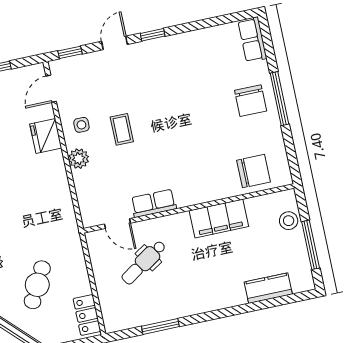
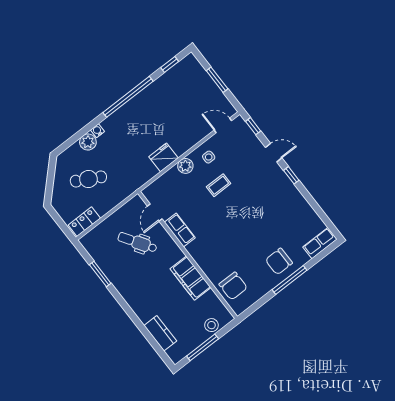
fridge: (46, 136) -> (164, 157), moved

